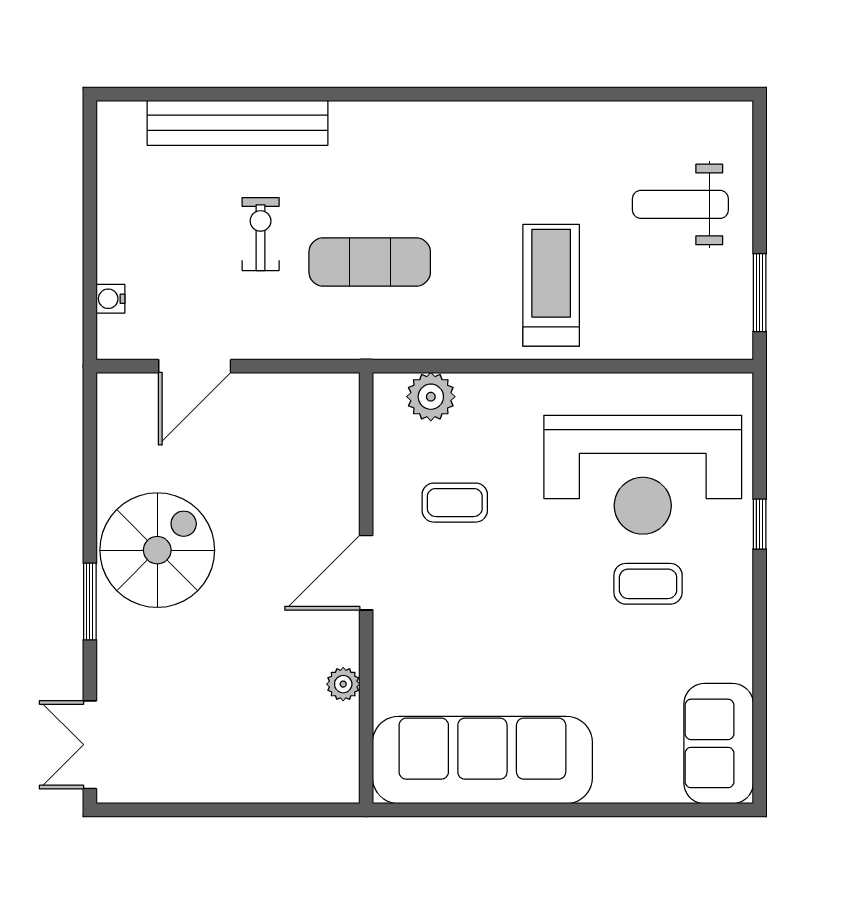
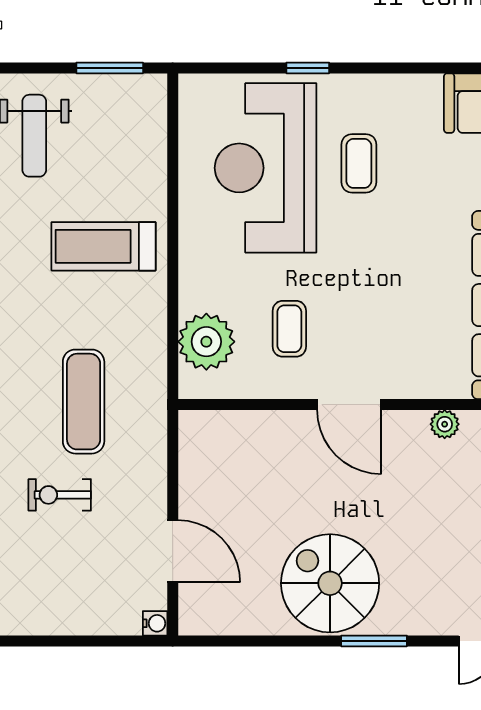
water cooler: (110, 299) -> (155, 623), moved, turned -90
plant: (431, 397) -> (206, 342), width x1.36, depth x1.36
reception desk: (643, 475) -> (266, 168), turned 180

